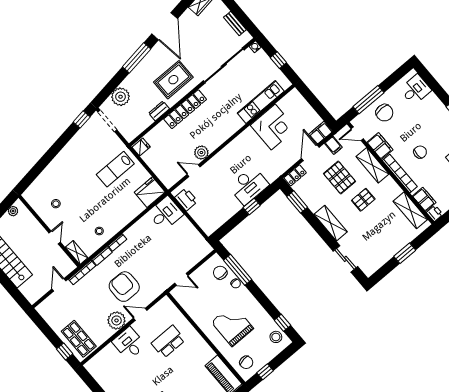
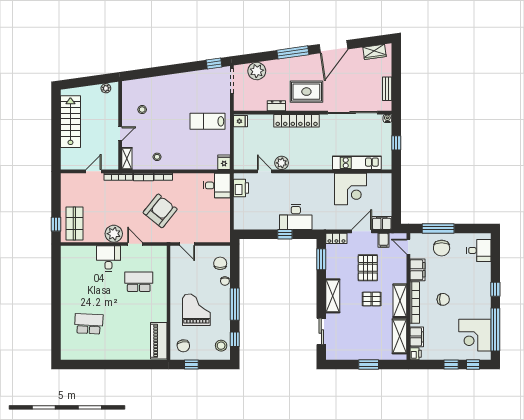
shelving: (372, 165) -> (400, 301), moved
fridge: (150, 192) -> (224, 162), width x0.53, depth x0.75
window: (238, 270) -> (235, 304), moved
armchair: (124, 287) -> (160, 211), moved, turned 39

